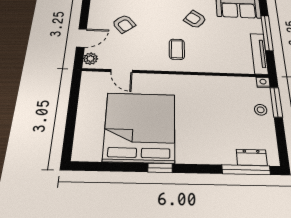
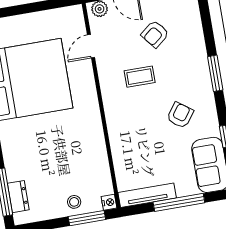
coffee table: (177, 49) -> (140, 77), moved

